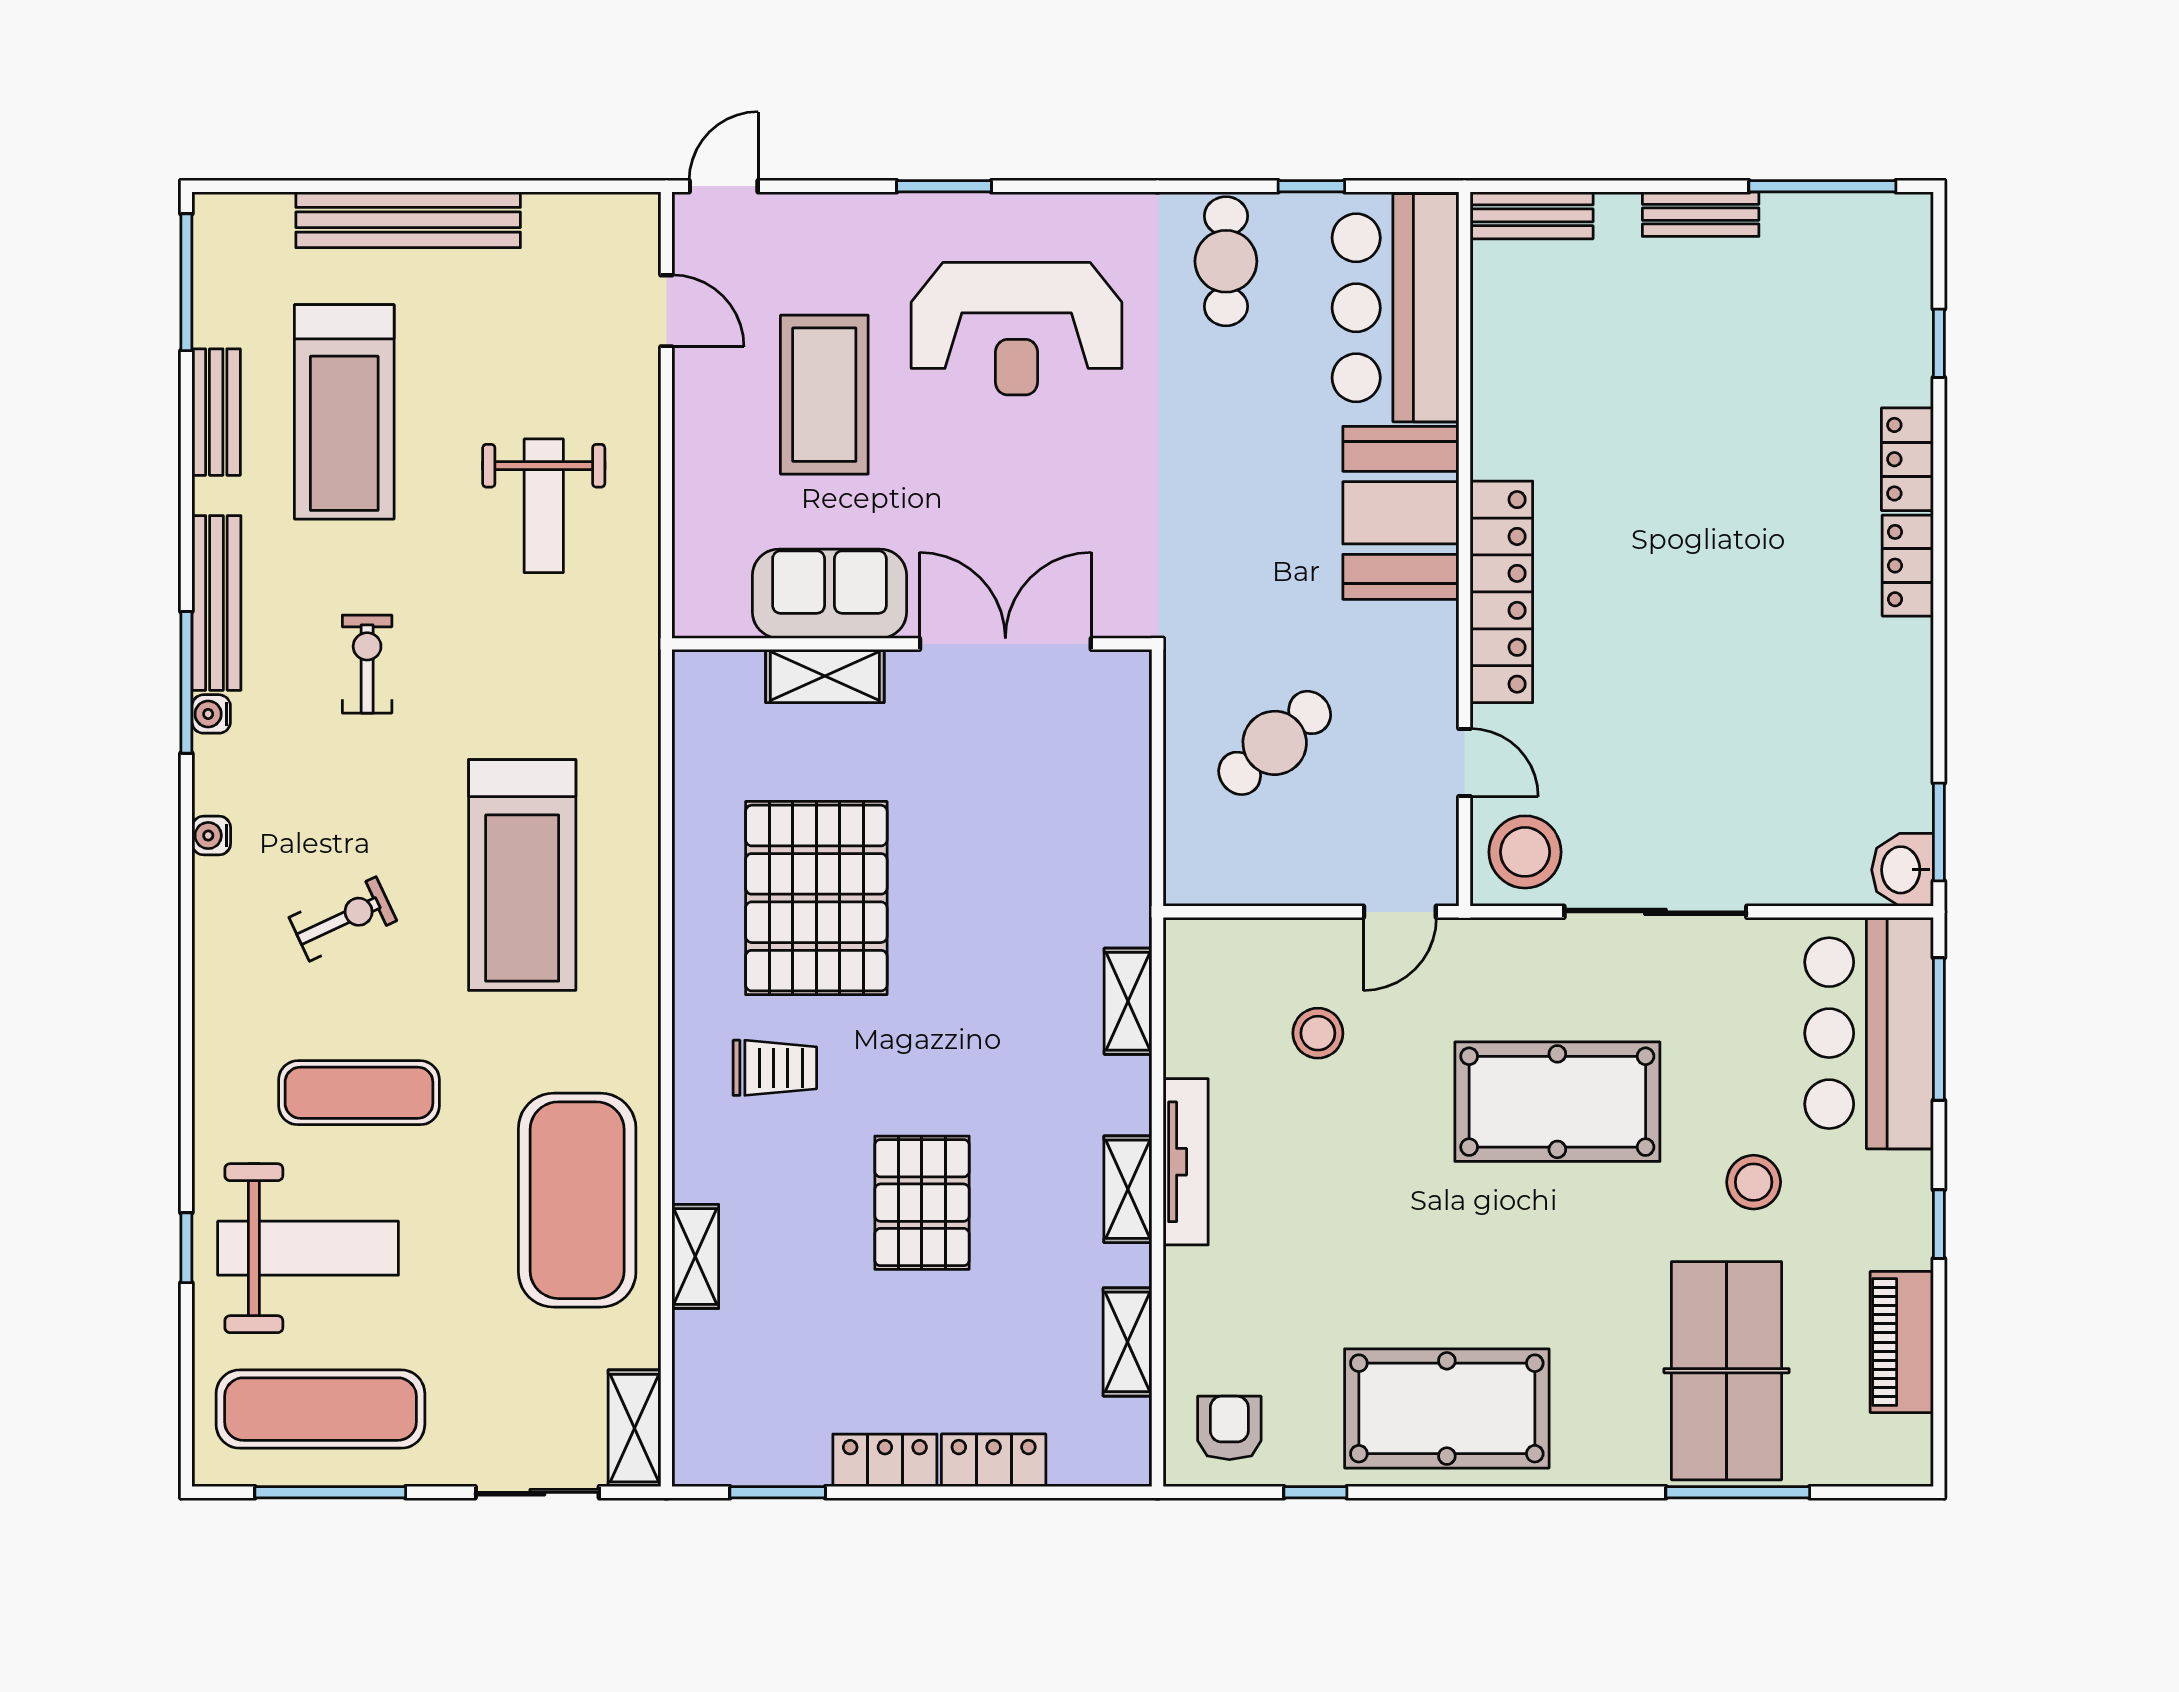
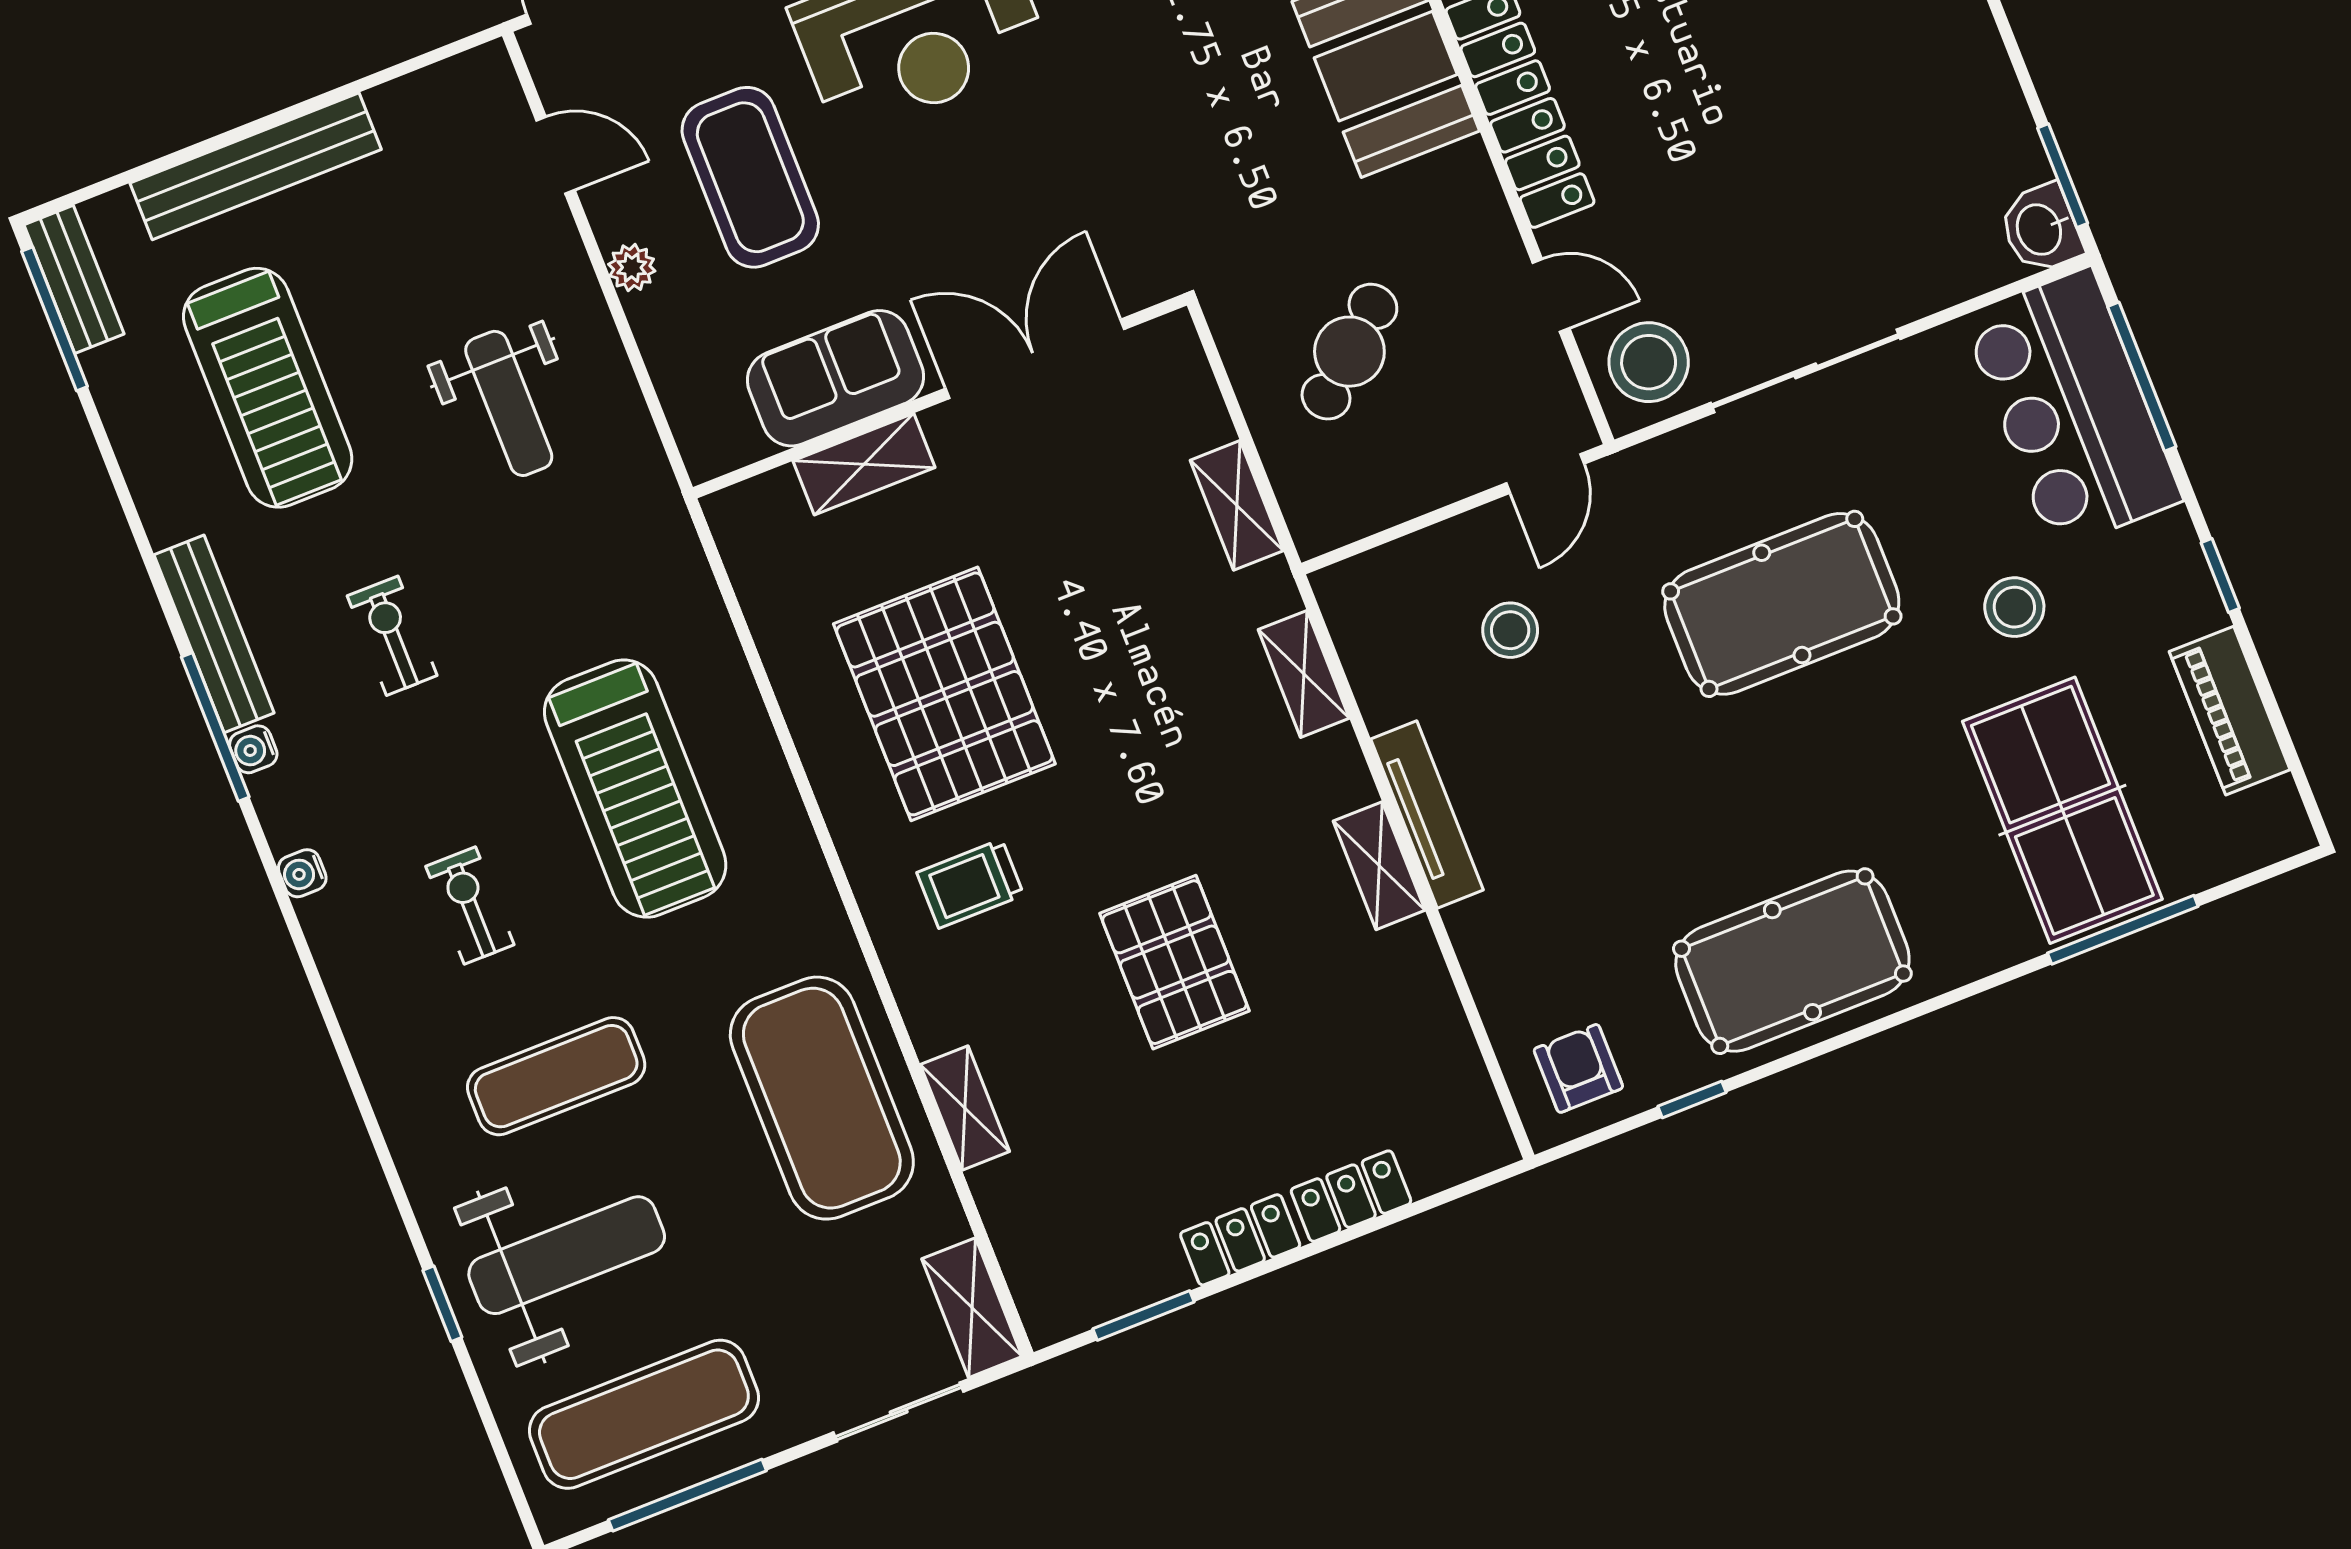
bench: (216, 412) -> (74, 279), moved
plant: (694, 432) -> (632, 268), added
exercise bike: (343, 919) -> (470, 905), turned -65
trolley: (775, 1068) -> (970, 884), turned 180
shelving: (1128, 1342) -> (1237, 505), moved

